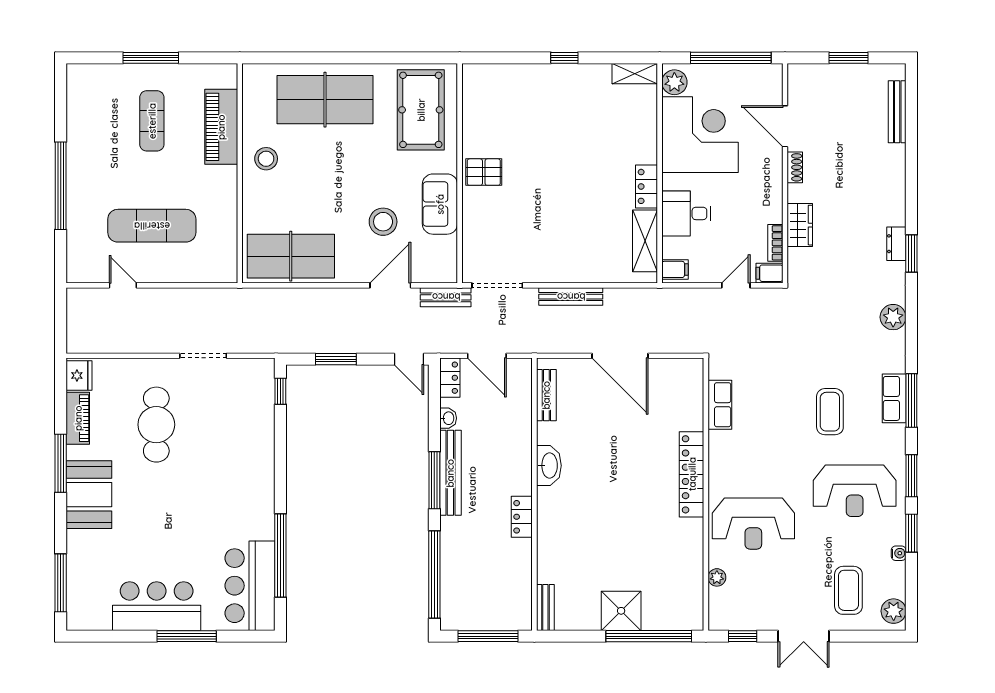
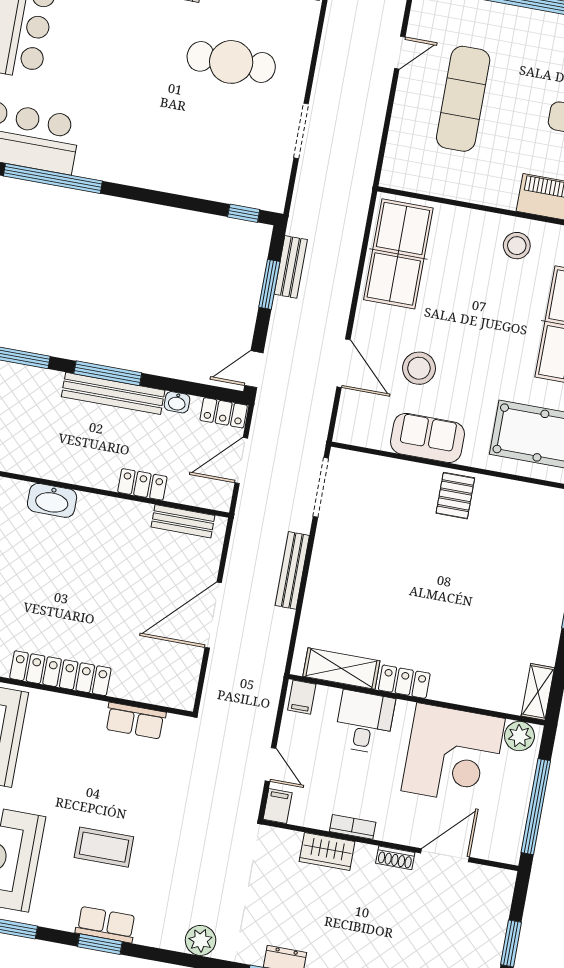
bookcase: (775, 243) -> (353, 827), moved
bench: (446, 297) -> (291, 267), moved
window: (911, 400) -> (100, 944), width x0.69
washbasin: (549, 466) -> (52, 500), moved
locker: (522, 517) -> (142, 484), moved

